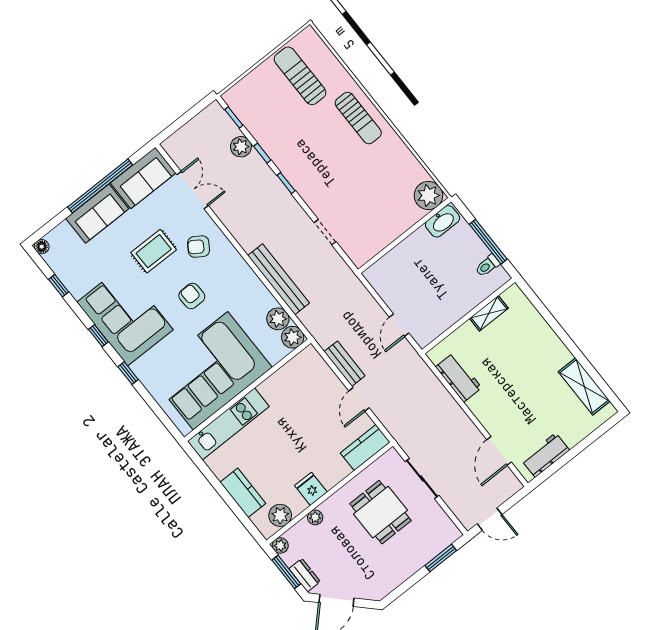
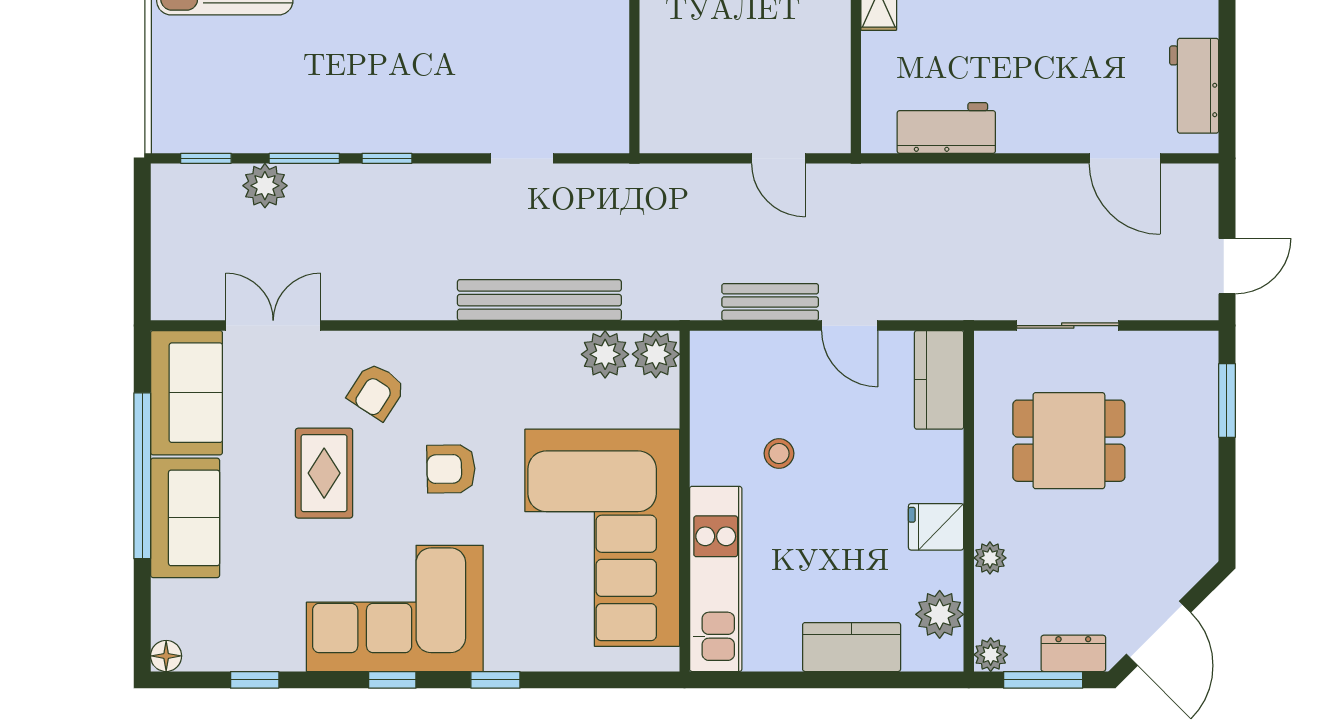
window: (262, 153) -> (304, 158), width x1.50
stool: (292, 411) -> (779, 453), added

